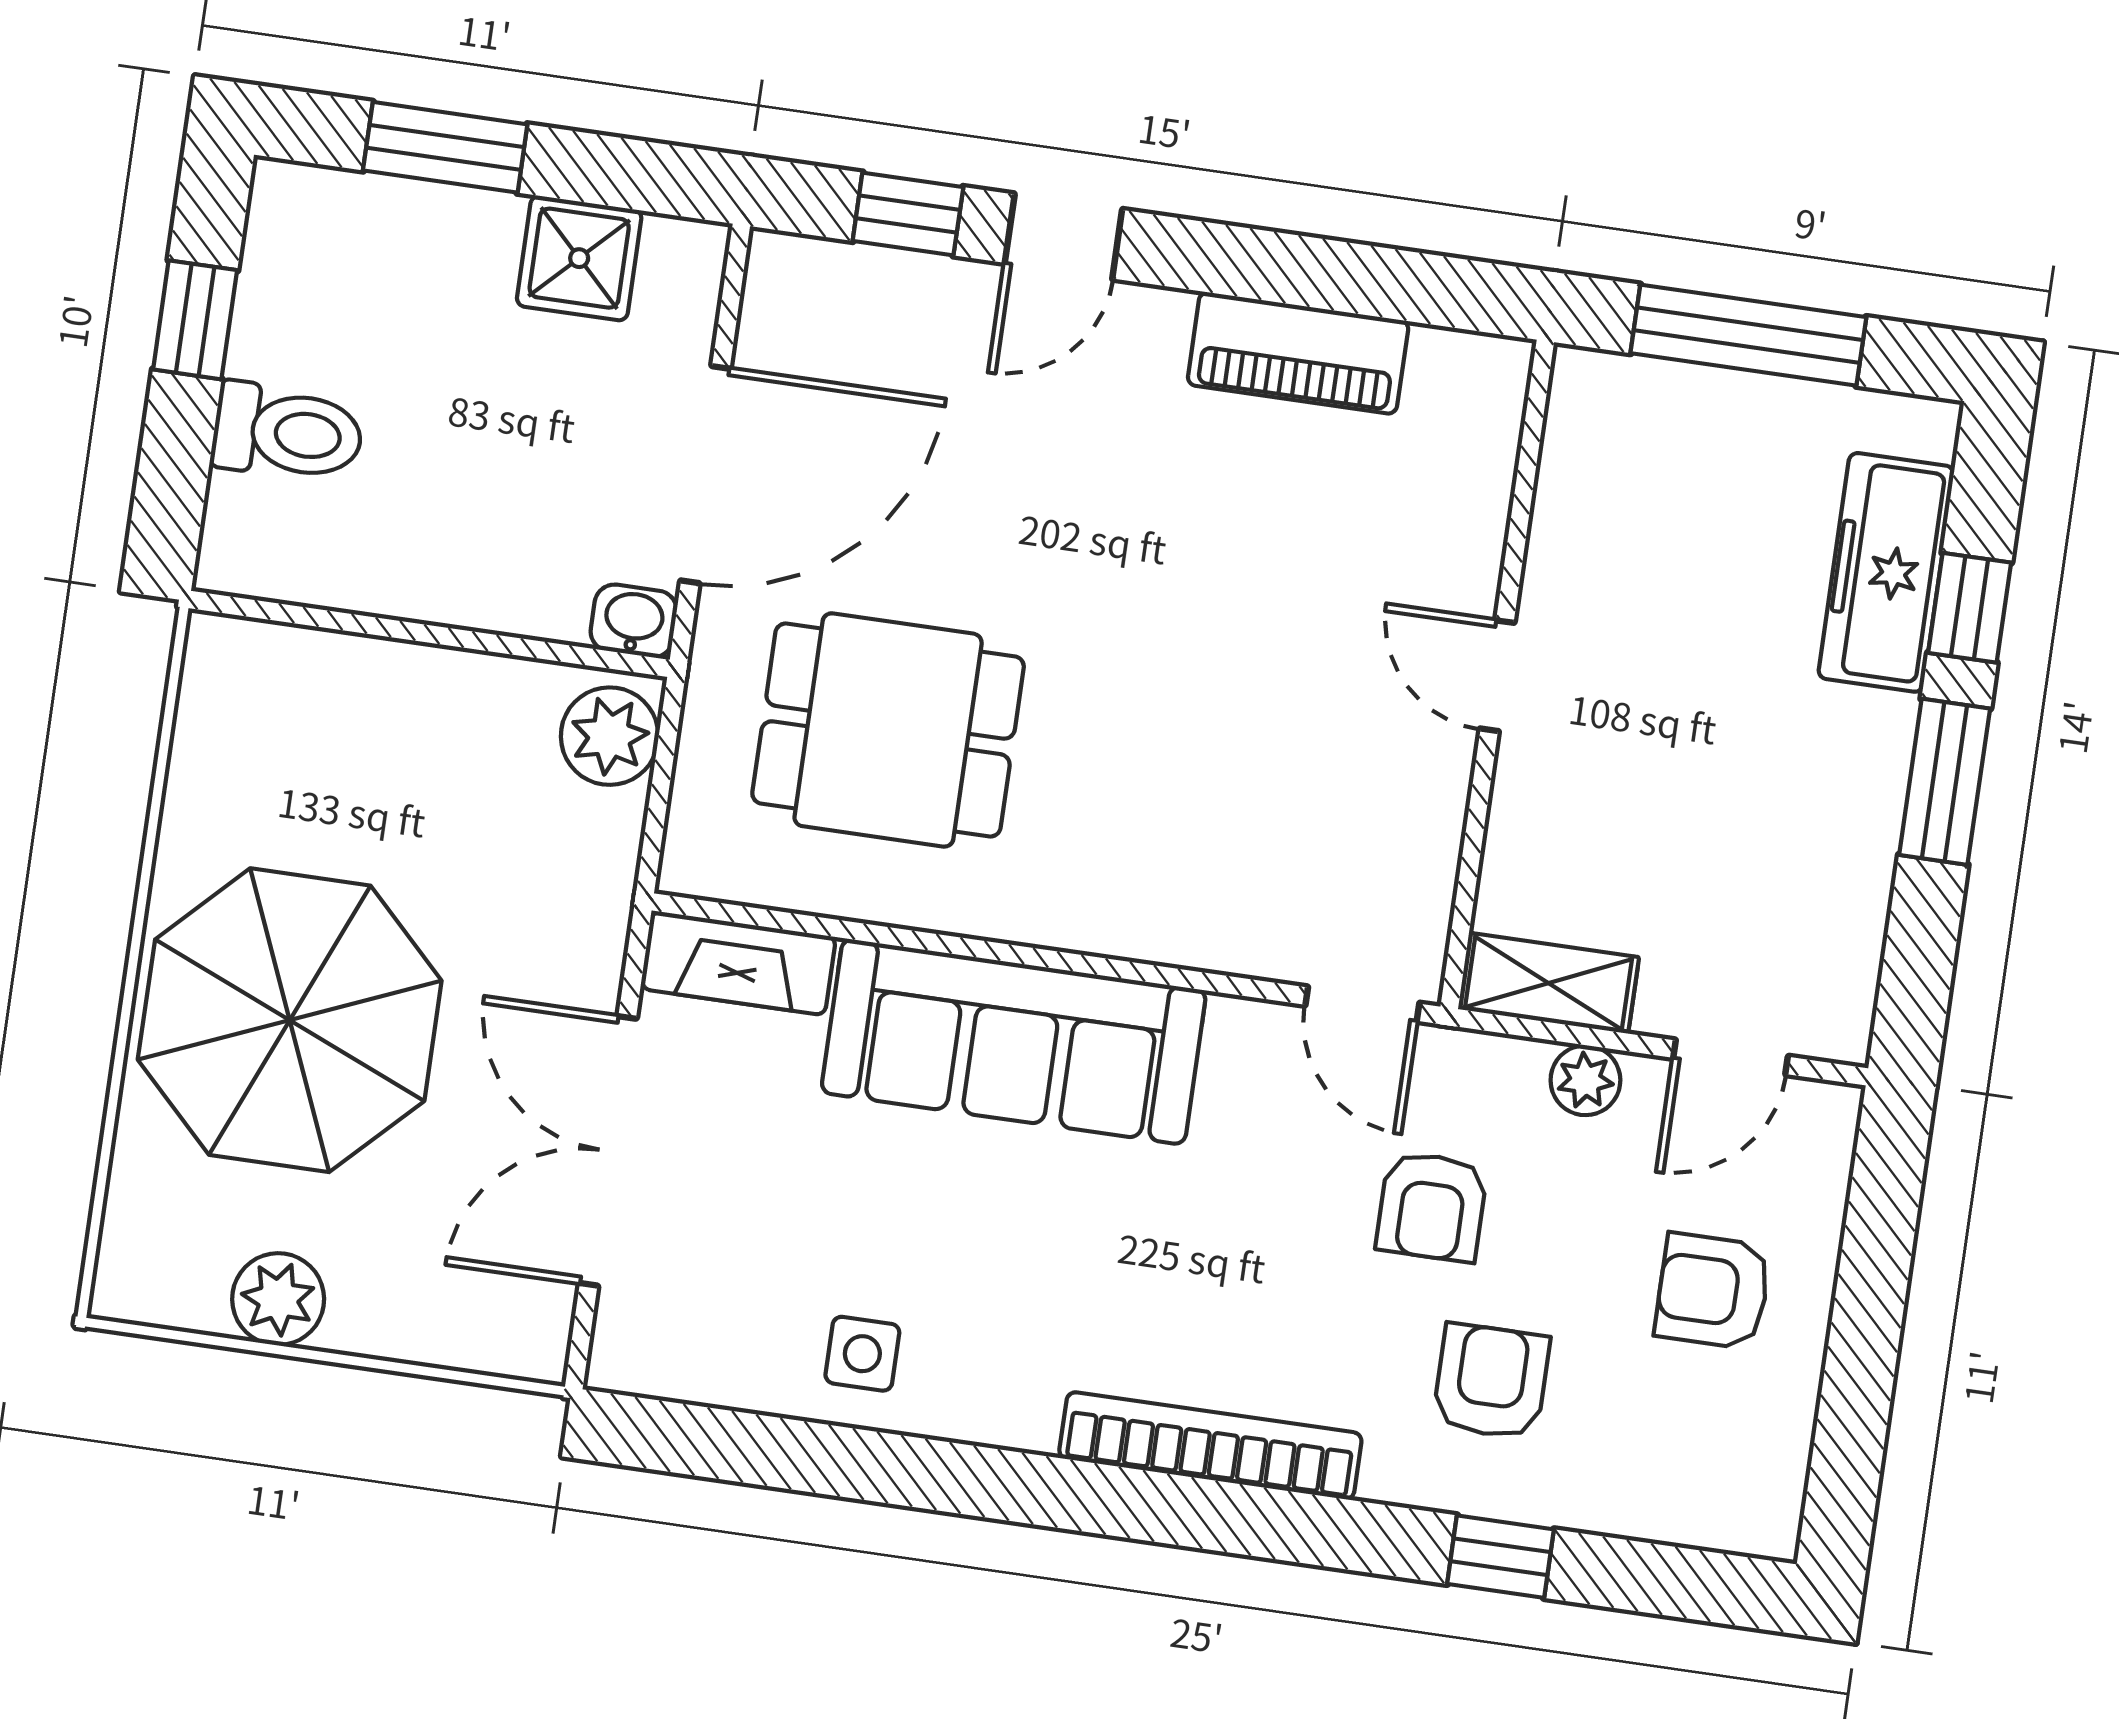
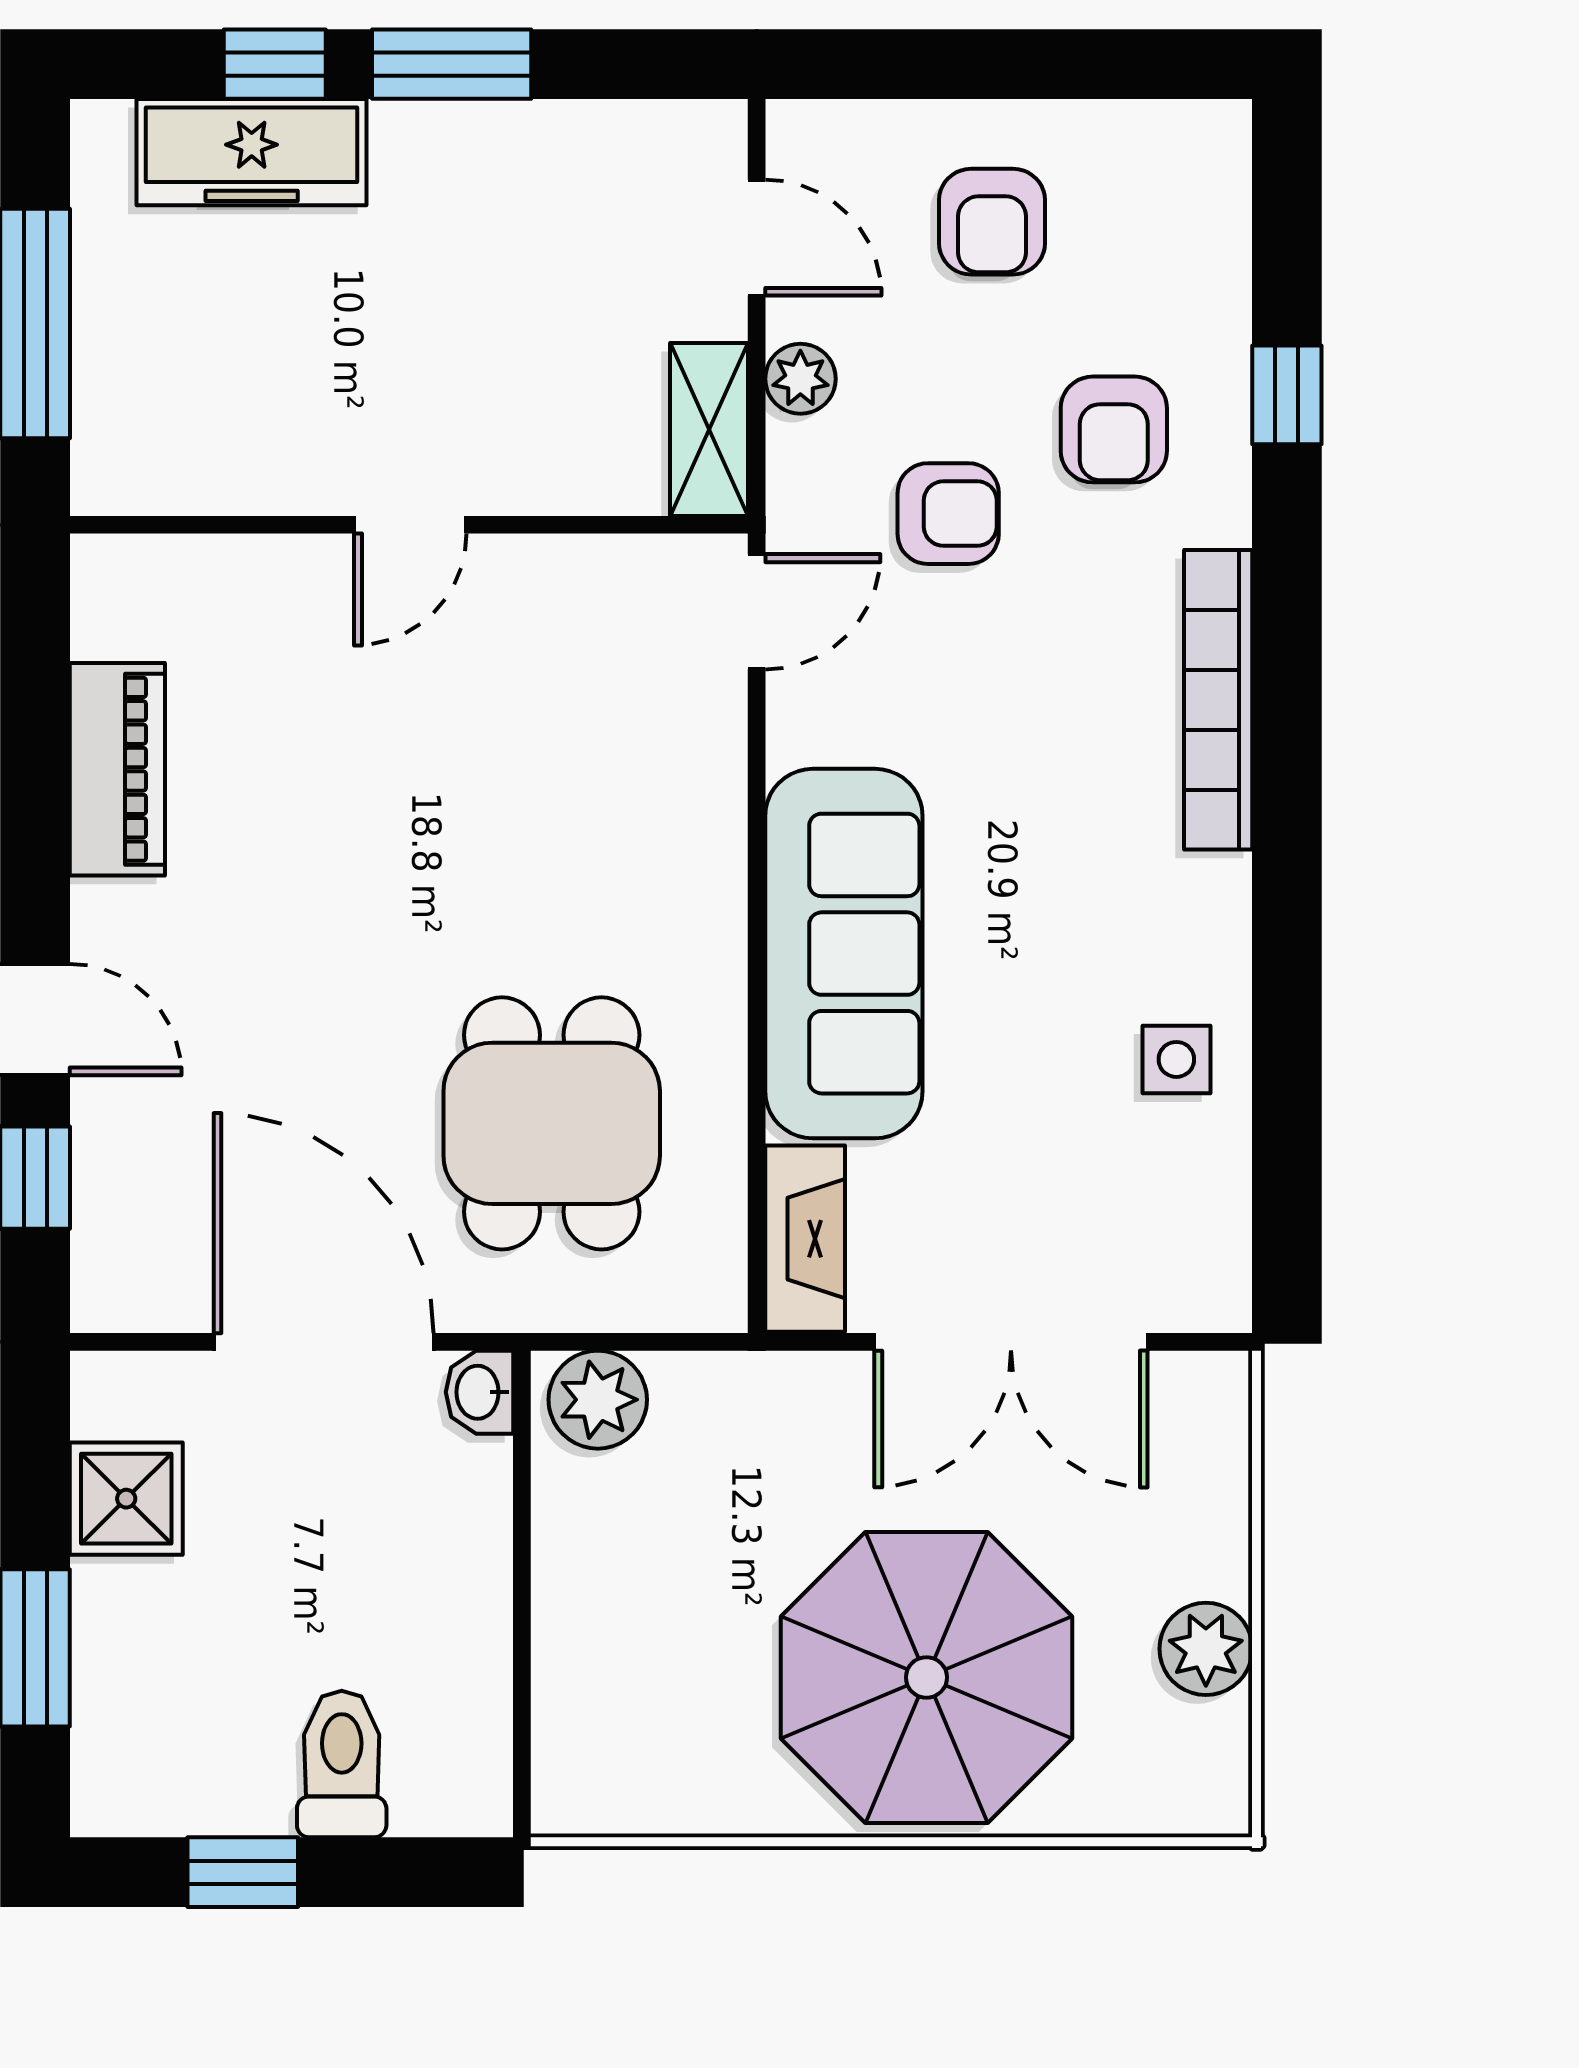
armchair: (1491, 1381) -> (1114, 429), turned -90

